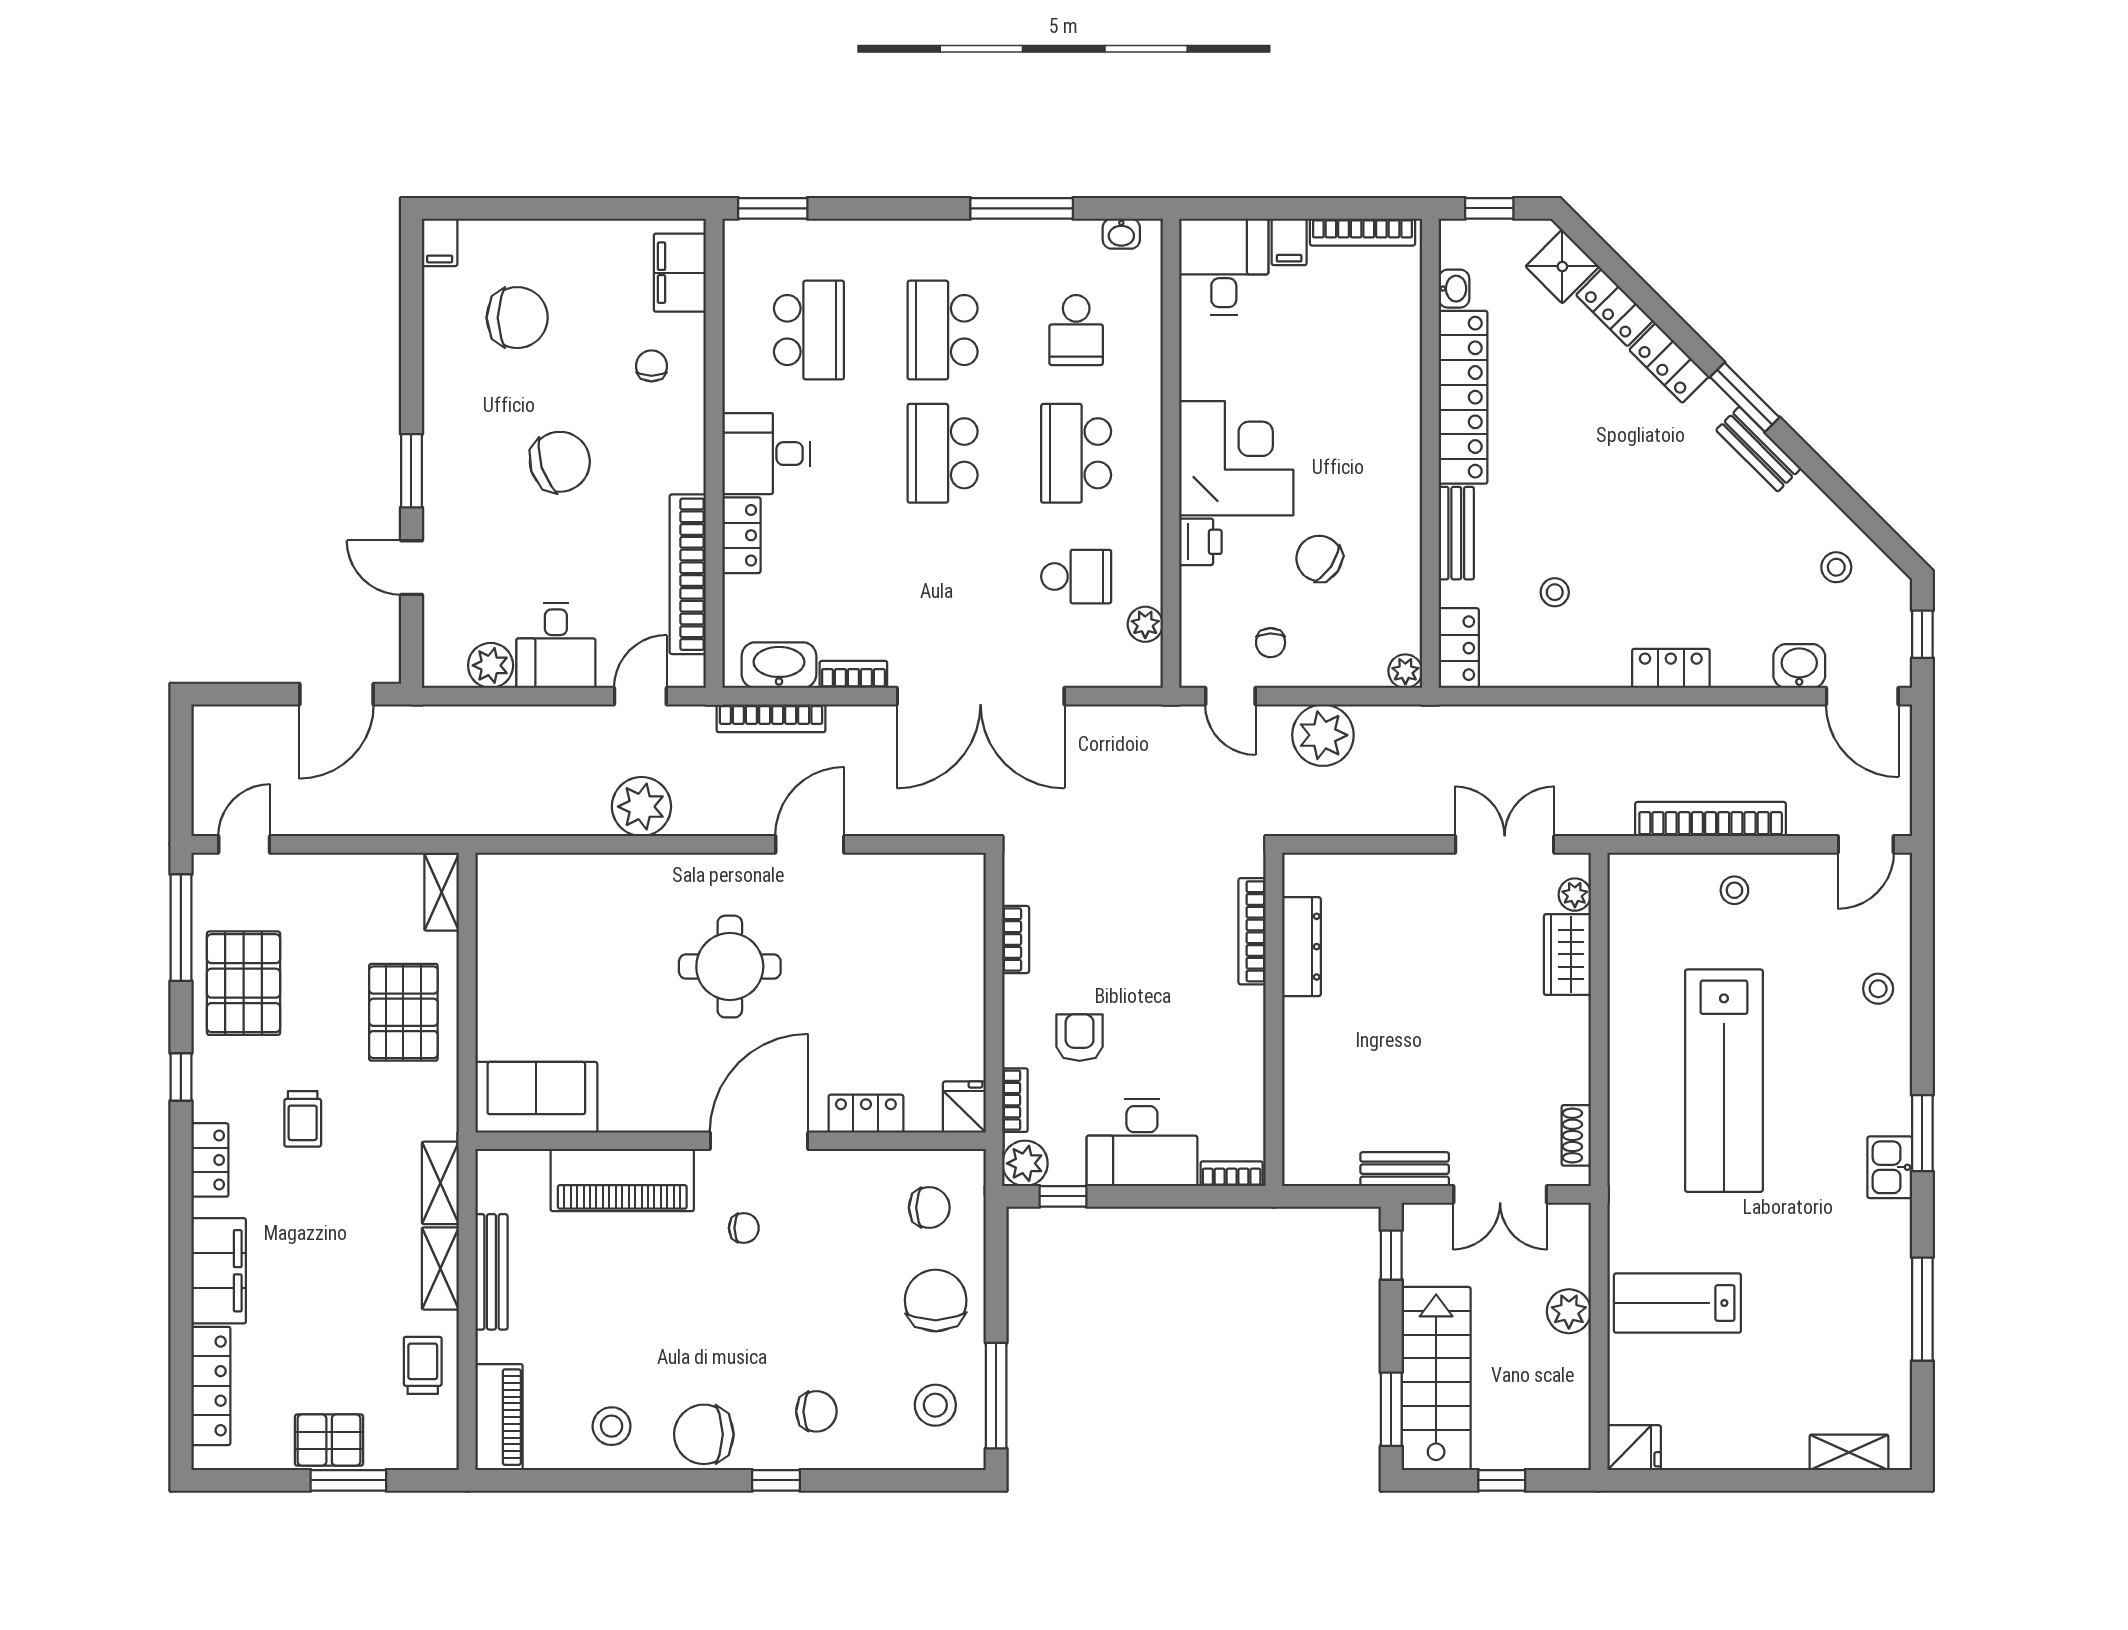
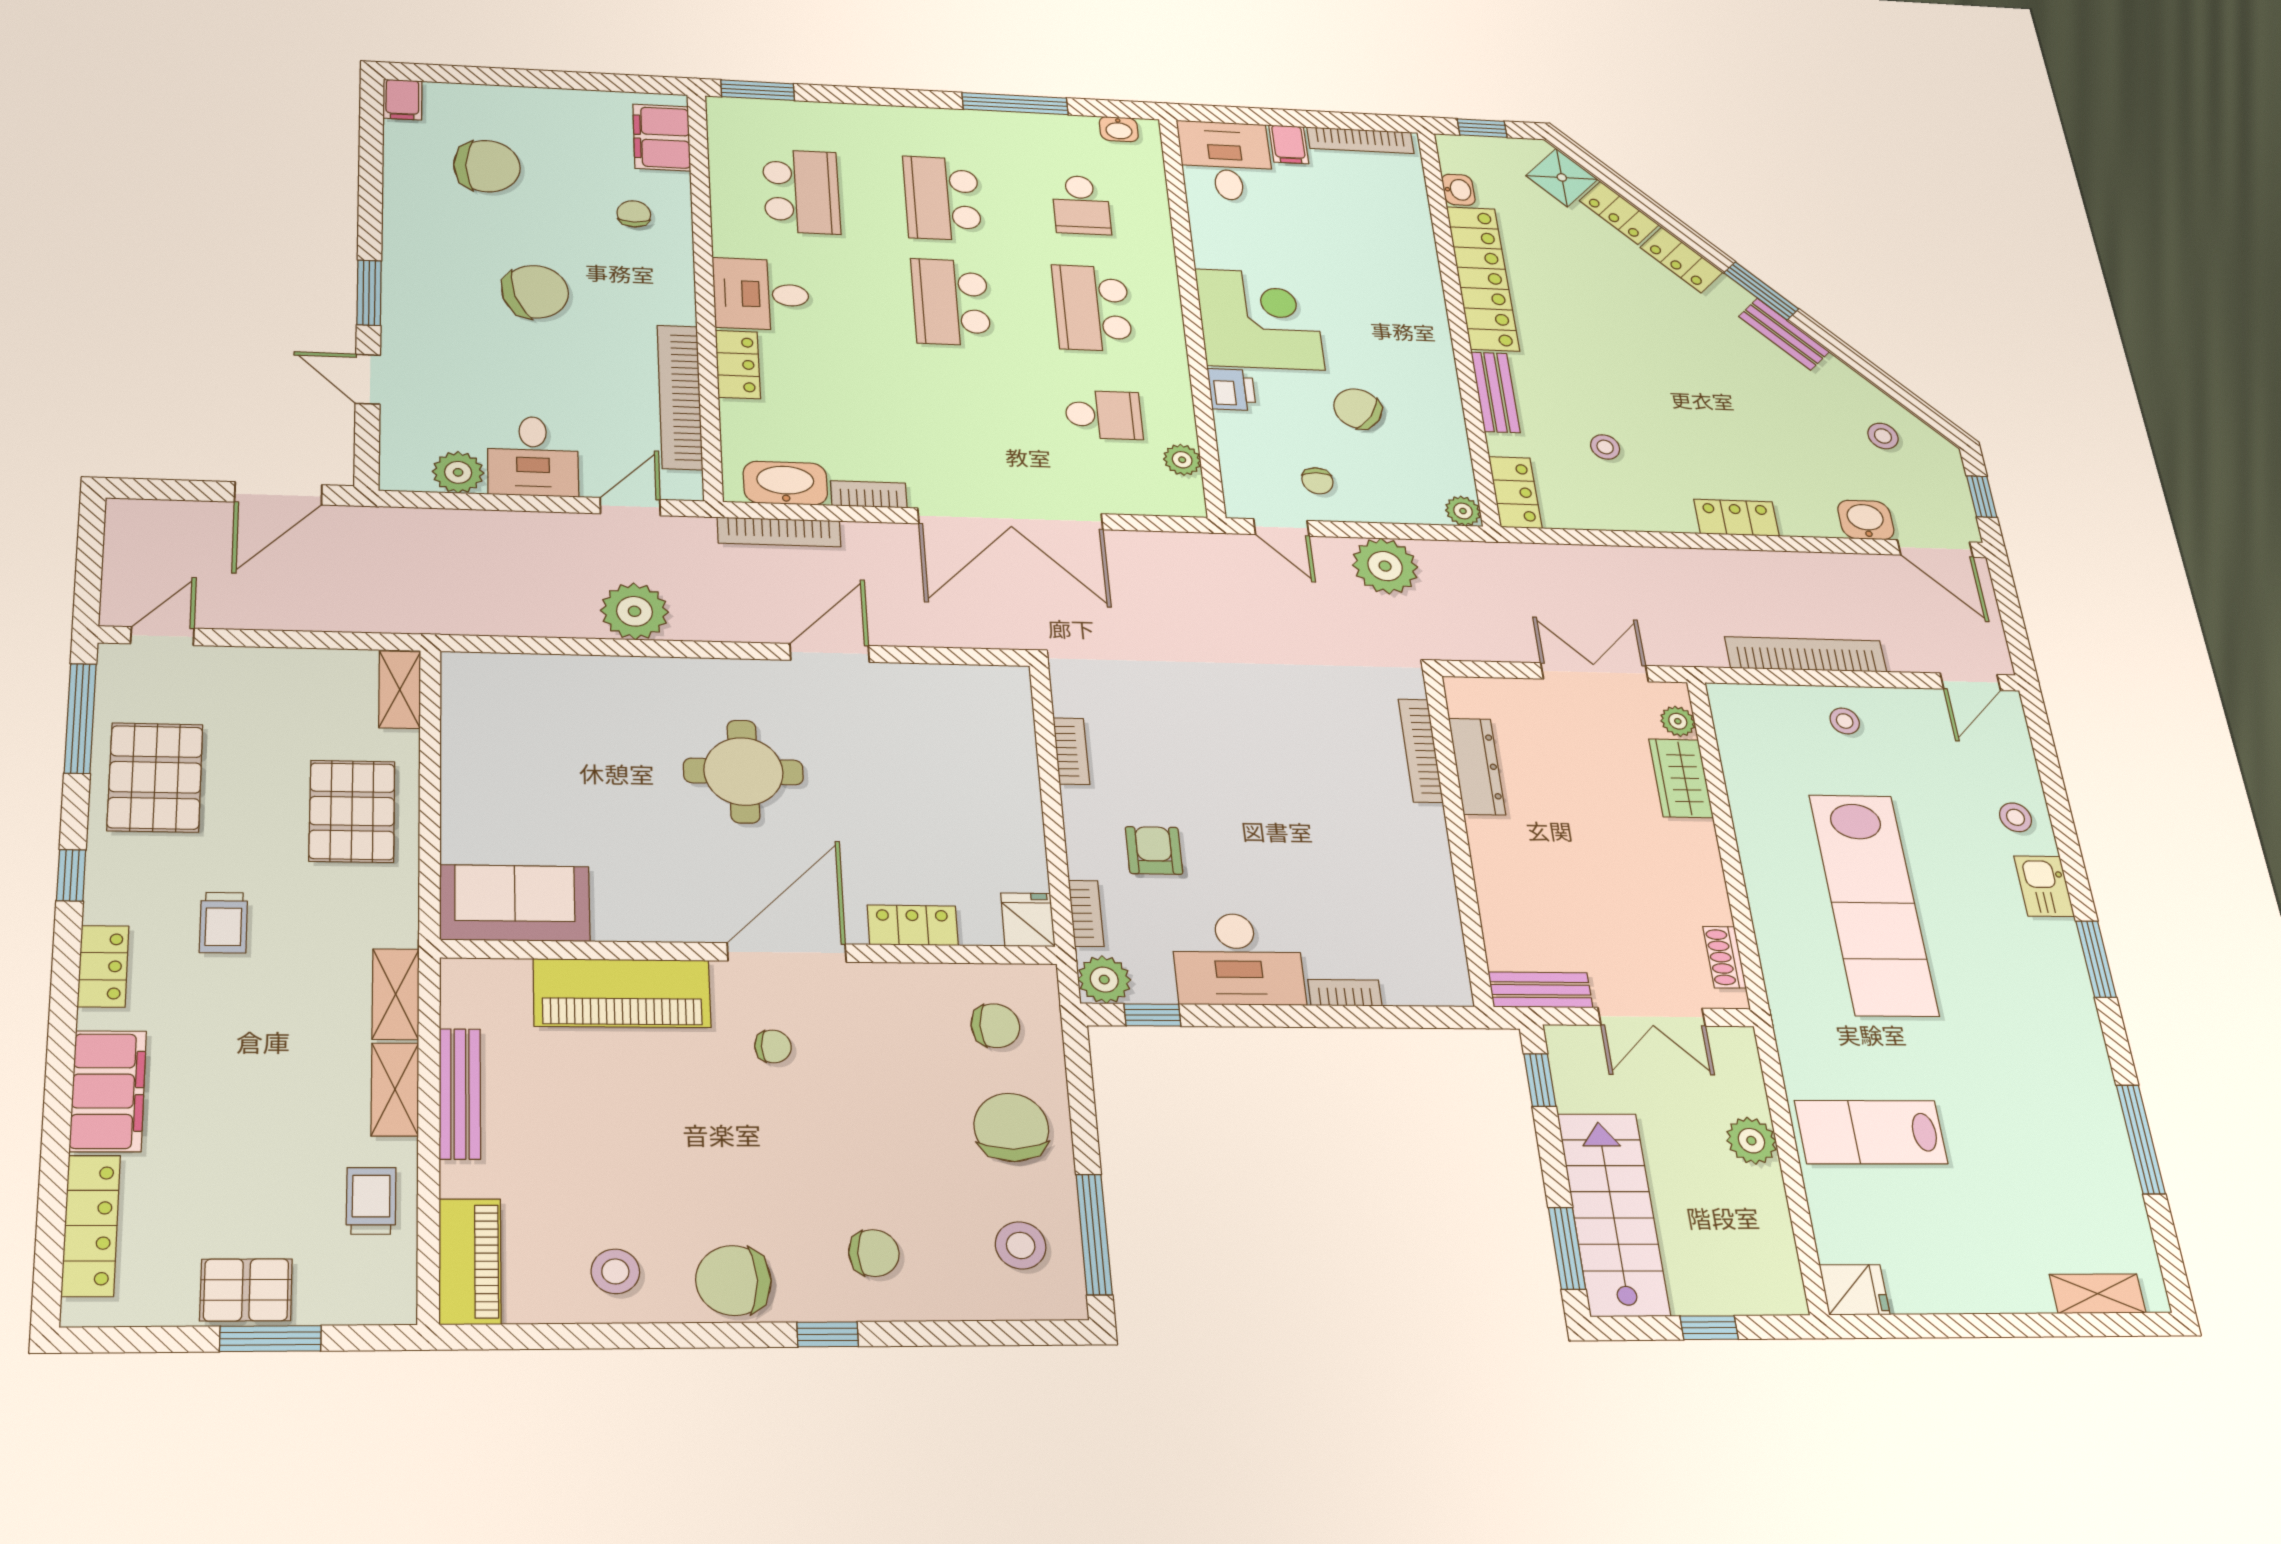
bookcase: (1252, 931) -> (1421, 750), moved
dresser: (1302, 947) -> (1477, 767), moved
wall: (1274, 1019) -> (1458, 837), moved
kitchen sink: (1890, 1167) -> (2044, 886), moved

